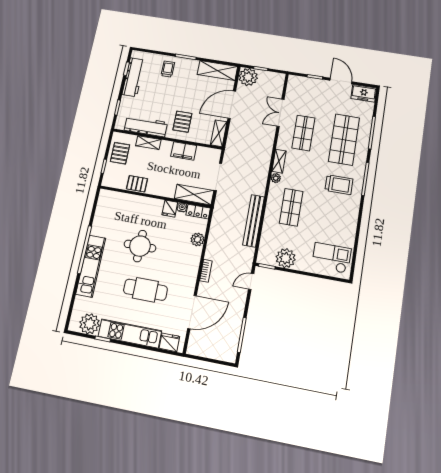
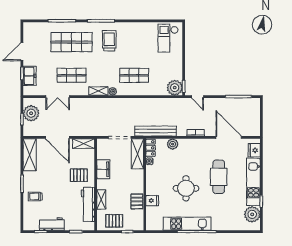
workbench: (133, 77) -> (52, 224), width x0.73
plant: (248, 77) -> (31, 113), moved
freezer: (364, 93) -> (30, 76), moved
fridge: (170, 209) -> (152, 201), moved
bench: (254, 221) -> (156, 131), moved
plant: (286, 258) -> (175, 88), moved
kitchen unit: (91, 266) -> (187, 224), moved

